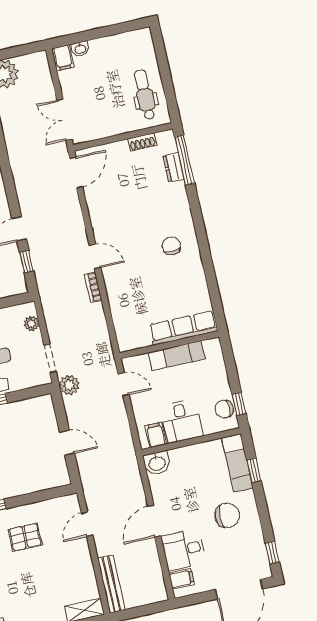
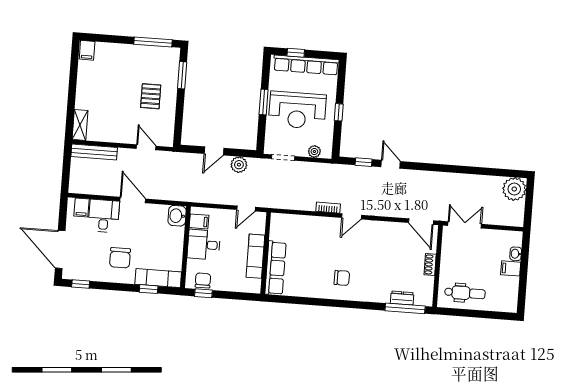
filing cabinet: (63, 58) -> (511, 268), moved
shoe rack: (142, 142) -> (430, 265), moved
plant: (69, 385) -> (239, 165), moved

